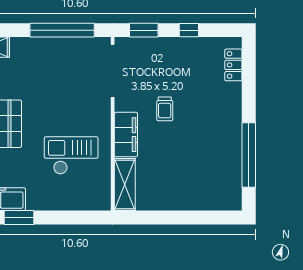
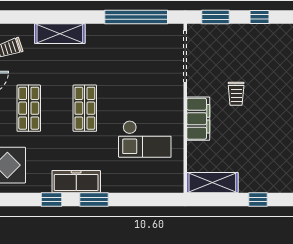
checkout: (71, 155) -> (145, 139), turned 180
shelving: (125, 184) -> (212, 183), moved, turned 90
window: (187, 217) -> (258, 199), added

